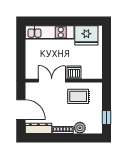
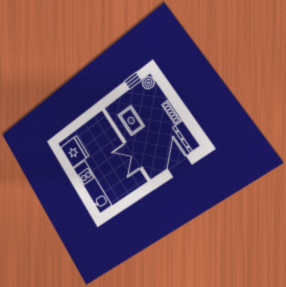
dishwasher: (74, 72) -> (112, 140), removed
plant: (80, 128) -> (148, 83), moved

